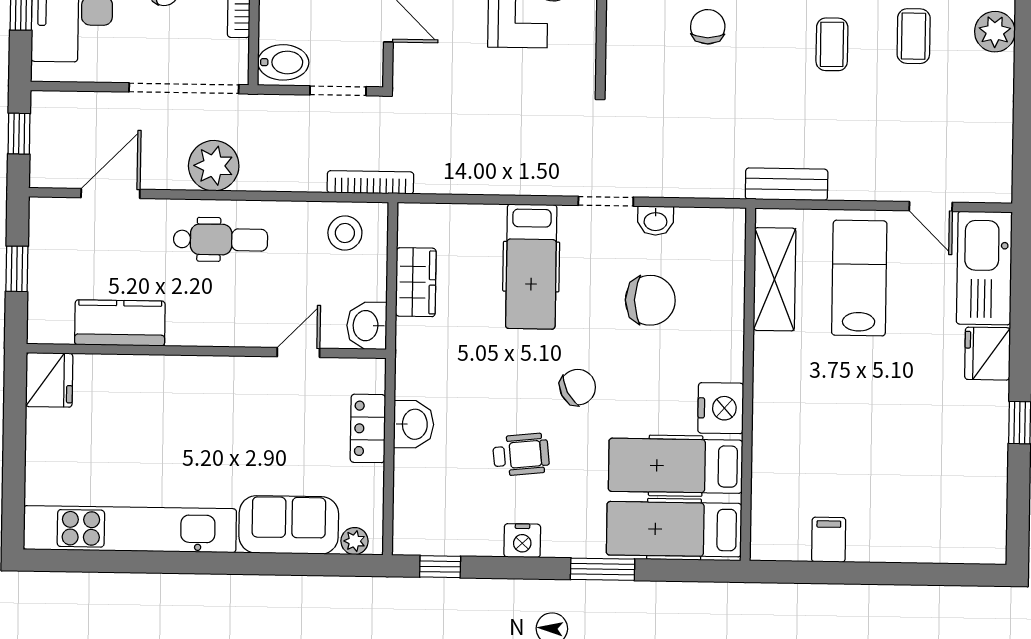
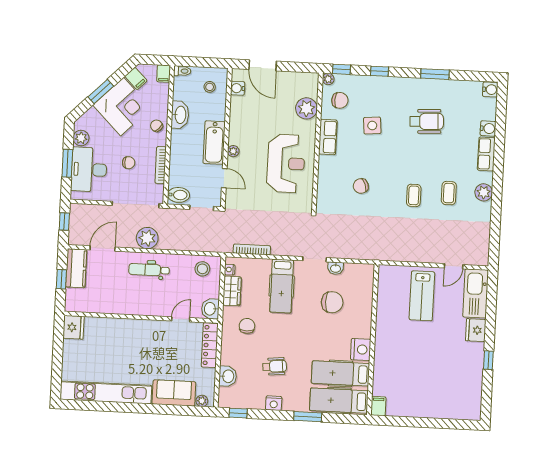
chair: (708, 27) -> (361, 186), turned -110
bookcase: (370, 182) -> (252, 249), moved
bench: (787, 184) -> (392, 255), removed
door: (931, 206) -> (454, 266), hinge flipped
nightstand: (409, 232) -> (230, 270), added
dental chair: (220, 240) -> (149, 270), turned 180
lab bench: (859, 278) -> (422, 296), turned 180
shelving: (774, 279) -> (386, 295), removed
kitchen counter: (120, 323) -> (76, 268), moved, turned 90
chair: (578, 387) -> (247, 326), moved, turned -62
washbasin: (414, 424) -> (228, 376), moved
locker: (368, 428) -> (210, 345), width x1.53
filing cabinet: (829, 540) -> (378, 406), moved

